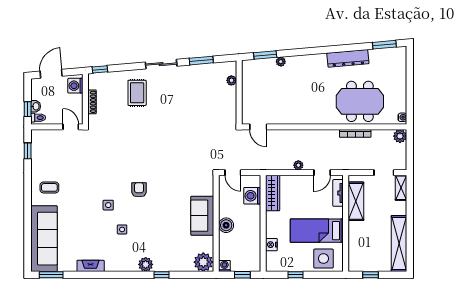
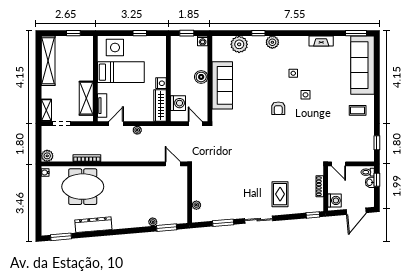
sofa: (202, 216) -> (222, 85), width x1.36
nightstand: (271, 245) -> (161, 83), moved
plant: (203, 262) -> (239, 44), moved

